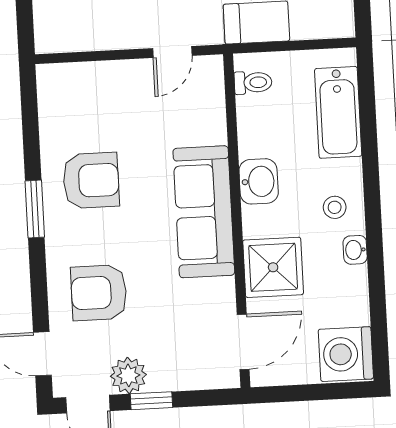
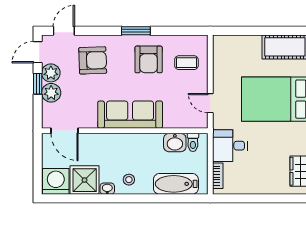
bookcase: (318, 29) -> (218, 176), added
coffee table: (94, 104) -> (186, 63), added
washbasin: (259, 181) -> (175, 143), moved
shower: (273, 267) -> (85, 180), moved
armchair: (99, 293) -> (93, 60), turned 88
plant: (168, 373) -> (51, 93), added

